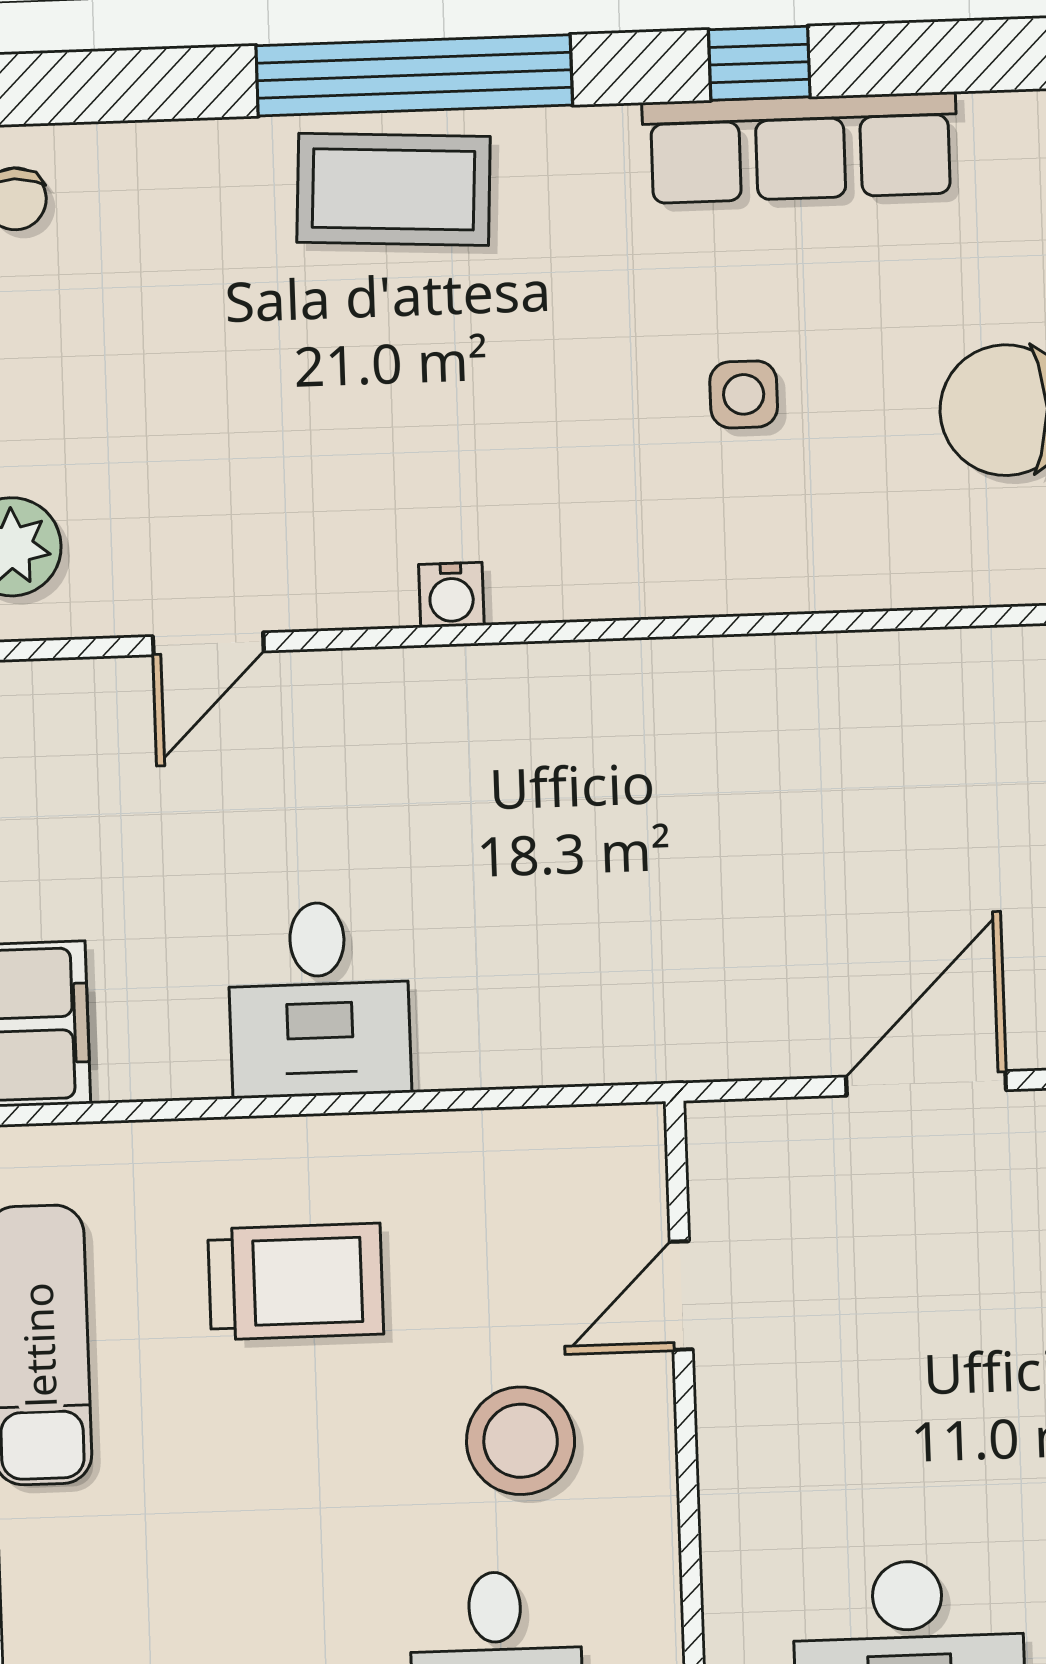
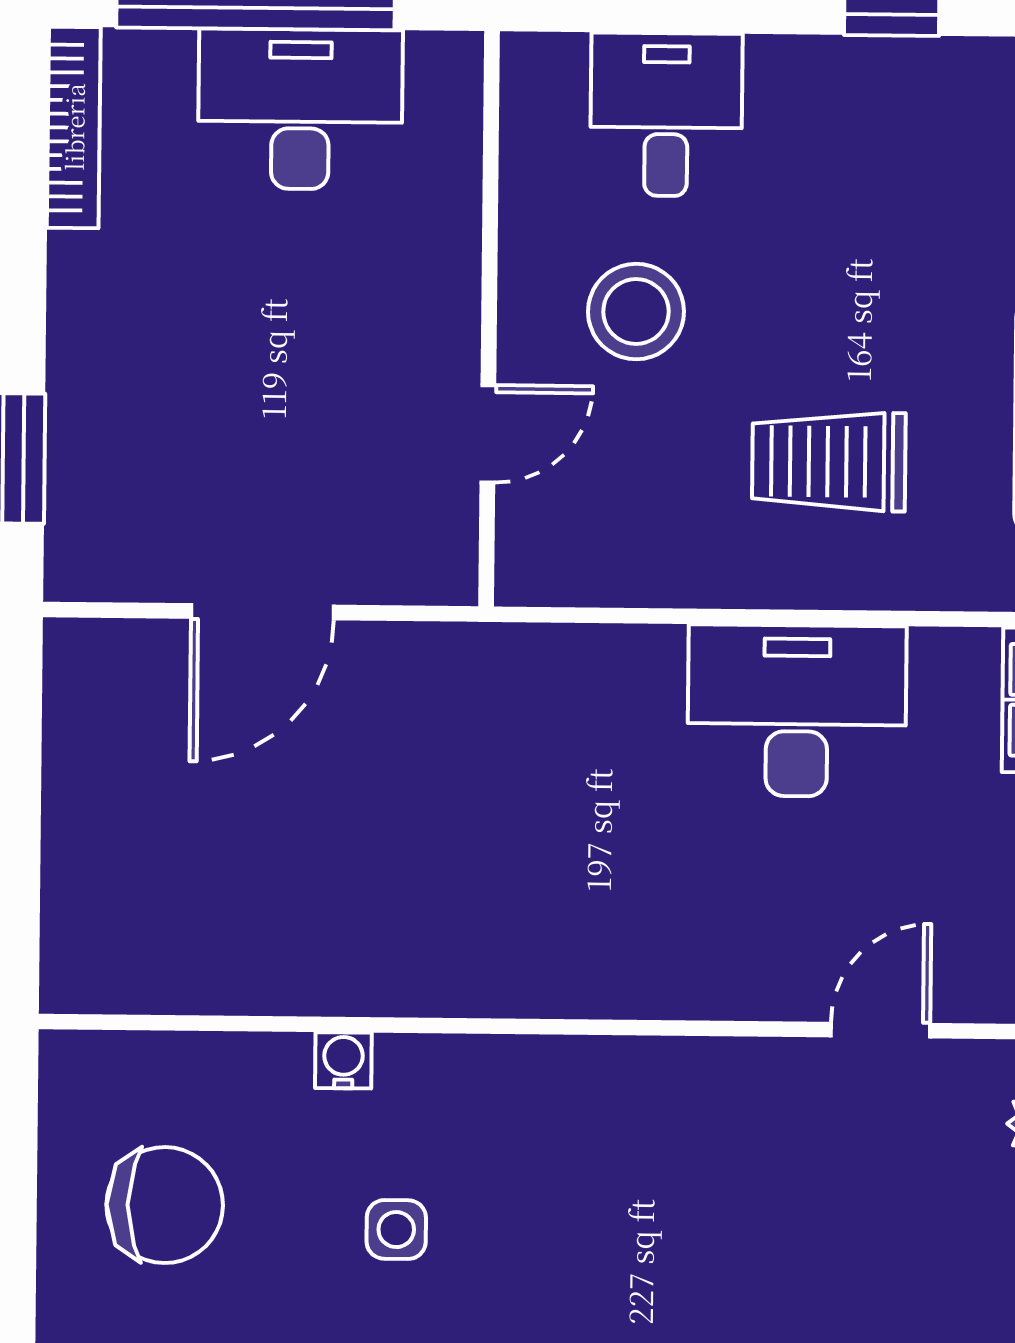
water cooler: (451, 595) -> (343, 1060), moved
desk: (319, 999) -> (797, 711), width x1.37

